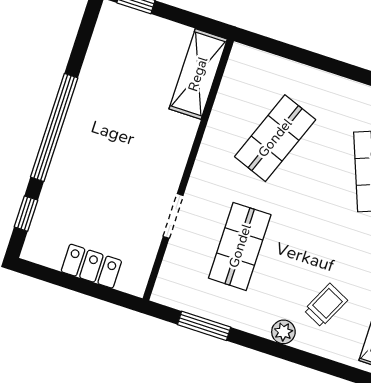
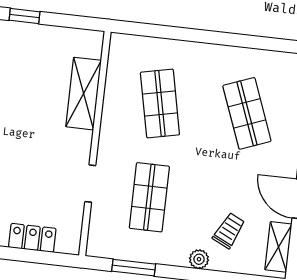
shelving: (198, 74) -> (84, 94), moved
shop shelf: (275, 138) -> (160, 103), turned -33

